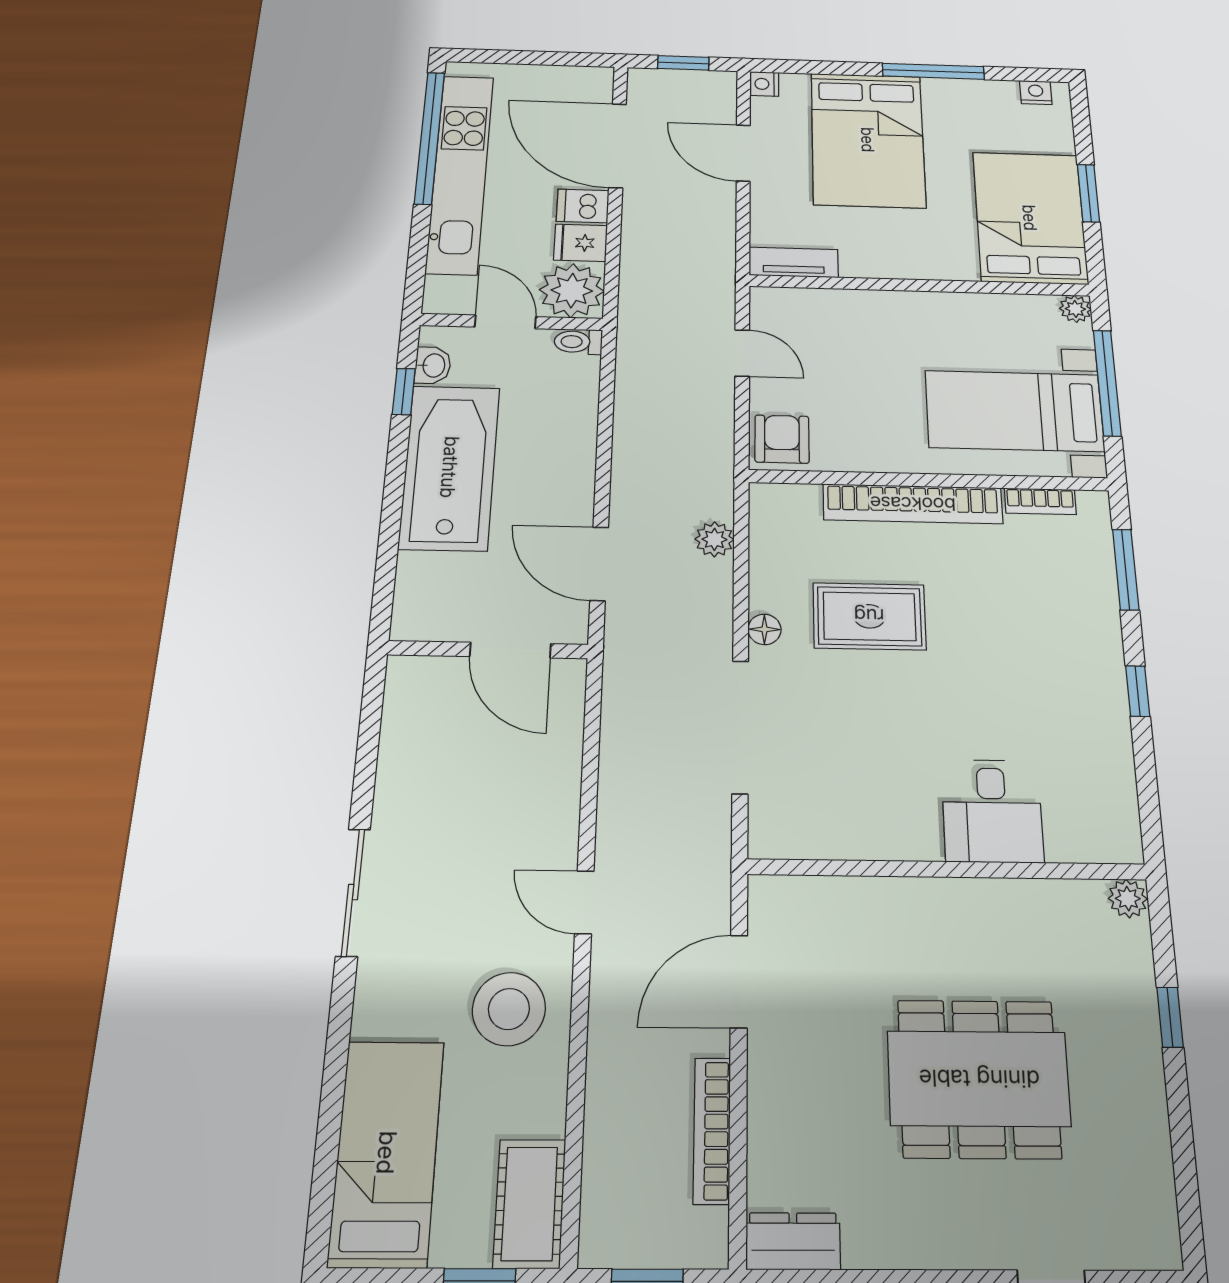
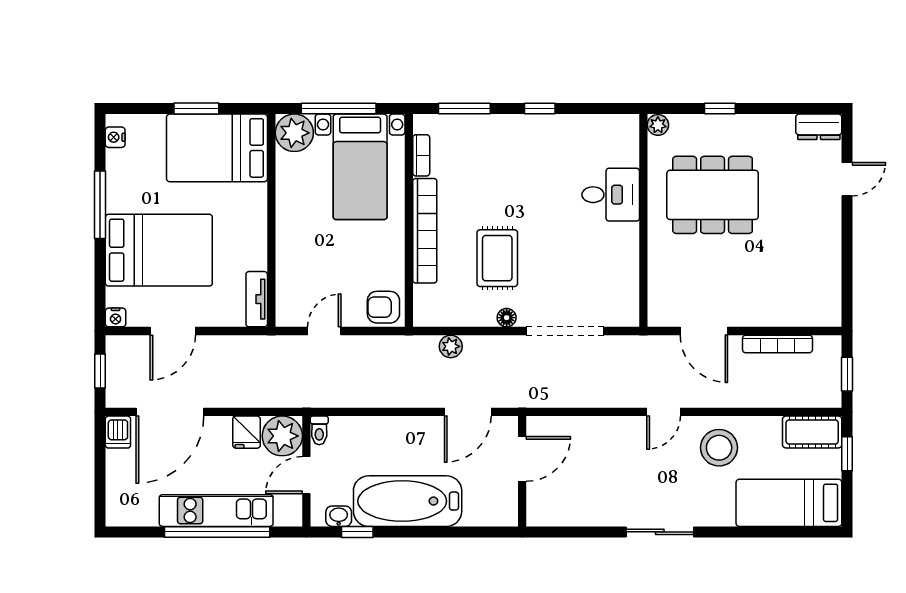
window: (430, 137) -> (217, 532), moved
kitchen unit: (460, 173) -> (216, 511), width x0.73
dishwasher: (583, 206) -> (118, 432), moved
plant: (1075, 309) -> (294, 133), width x1.87, depth x1.87
dining table: (979, 1079) -> (713, 195), moved, turned 90
dresser: (793, 1241) -> (819, 127), moved, turned -90

